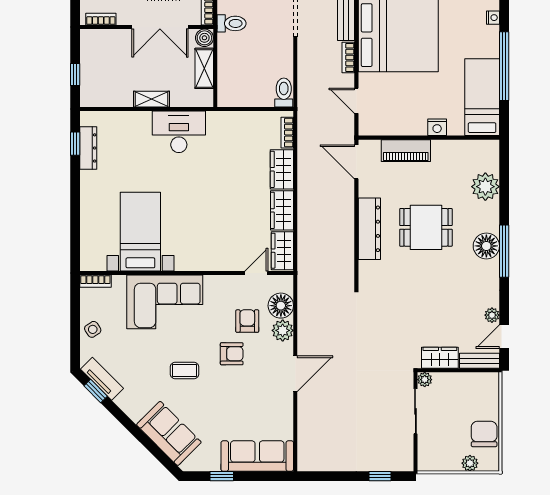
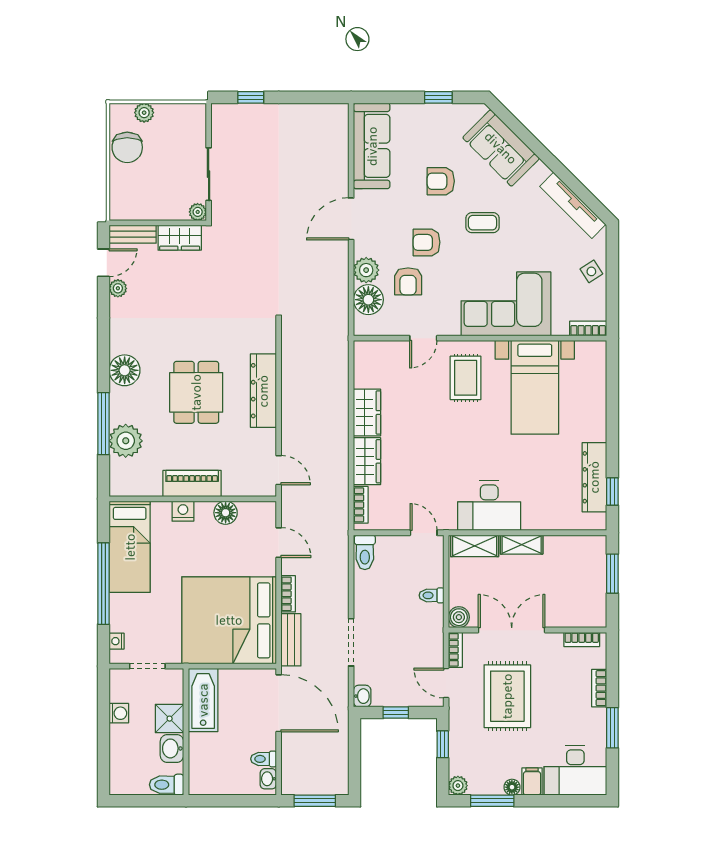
toilet: (232, 23) -> (432, 595), moved, width x0.73, depth x0.72
shelving: (204, 68) -> (475, 546), moved, turned 90
window: (75, 75) -> (612, 574), width x1.50
door: (234, 109) -> (424, 533), added
floor lamp: (401, 126) -> (226, 513), added
dresser: (88, 148) -> (594, 477), width x1.37, depth x1.24
piano: (406, 151) -> (192, 484), moved
door: (356, 162) -> (279, 470), width x0.73
dining table: (426, 227) -> (196, 392), turned 90
rug: (199, 240) -> (466, 378), added
wardrobe: (282, 251) -> (366, 365), removed
window: (504, 251) -> (103, 424), moved
door: (256, 273) -> (423, 338), moved
tv unit: (102, 379) -> (573, 205), width x1.41
window: (96, 391) -> (588, 198), removed
armchair: (220, 405) -> (441, 181), added
sofa: (257, 456) -> (372, 146), moved, turned -90

